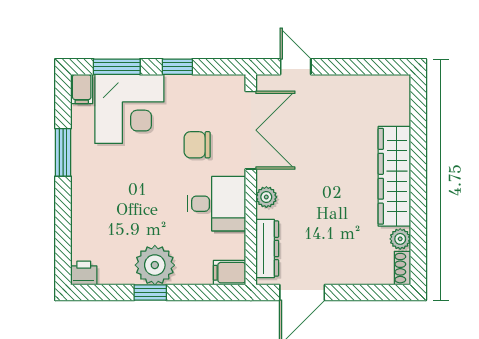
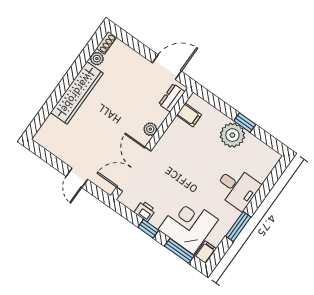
door: (296, 67) -> (77, 178), moved
chair: (197, 145) -> (167, 181), removed
desk: (216, 204) -> (237, 188), moved, turned 180
dresser: (267, 248) -> (172, 98), width x0.70
printer: (84, 273) -> (145, 211), moved, turned 180
filing cabinet: (229, 273) -> (189, 115), moved

